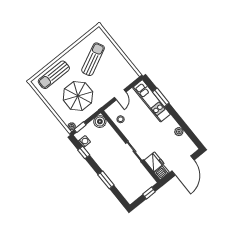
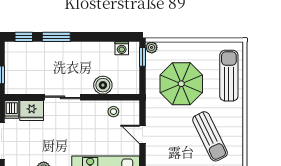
boiler: (100, 122) -> (103, 85), moved
window: (84, 152) -> (24, 37), moved

